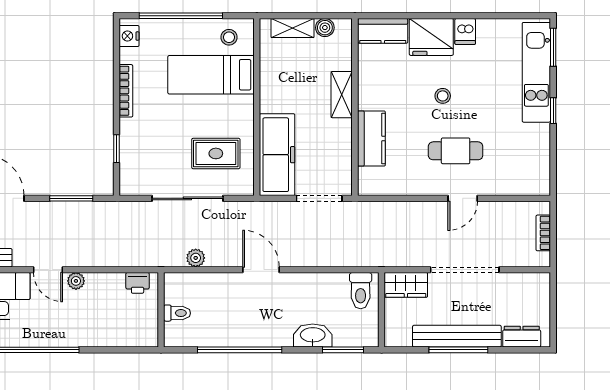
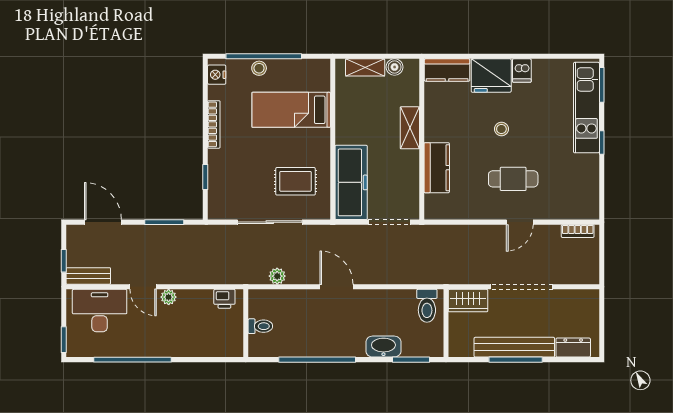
stool: (229, 37) -> (259, 68), moved
bookcase: (543, 233) -> (578, 231), moved, turned -90

